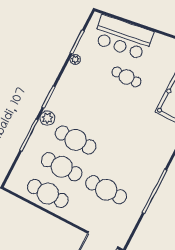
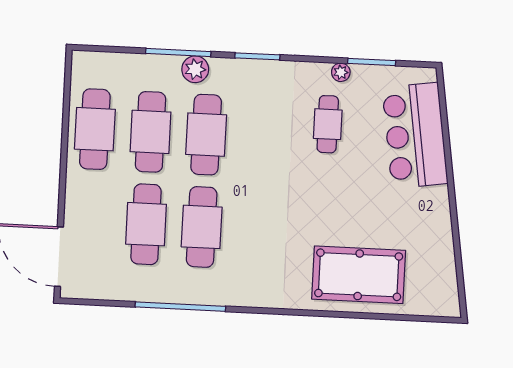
cafe table: (126, 77) -> (328, 124), moved
plant: (47, 118) -> (195, 69), moved
cafe table: (120, 163) -> (202, 227), added

